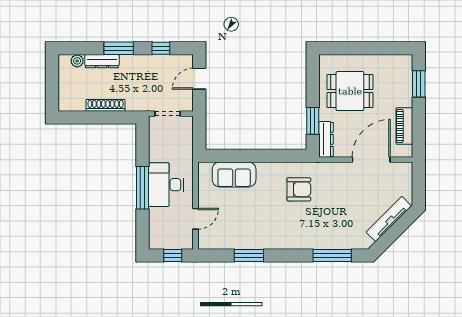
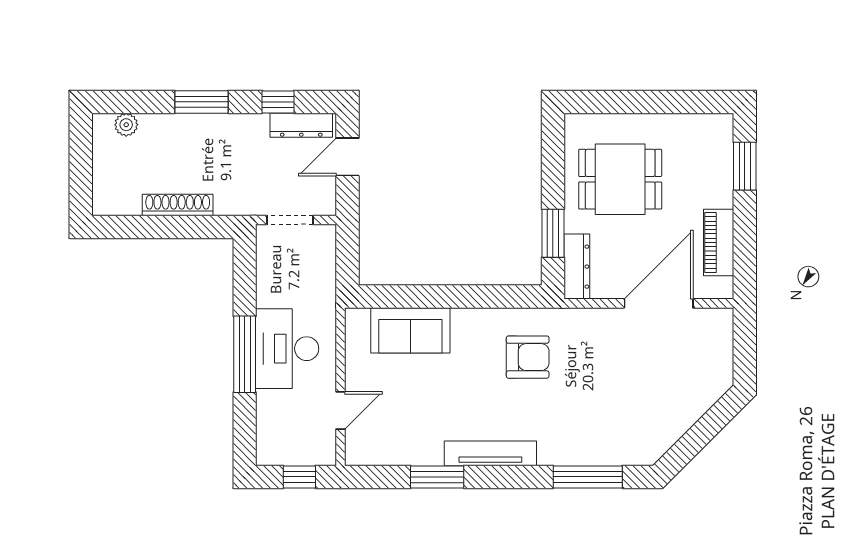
dresser: (102, 61) -> (301, 125), moved
tv unit: (389, 219) -> (490, 453), moved, turned 45

